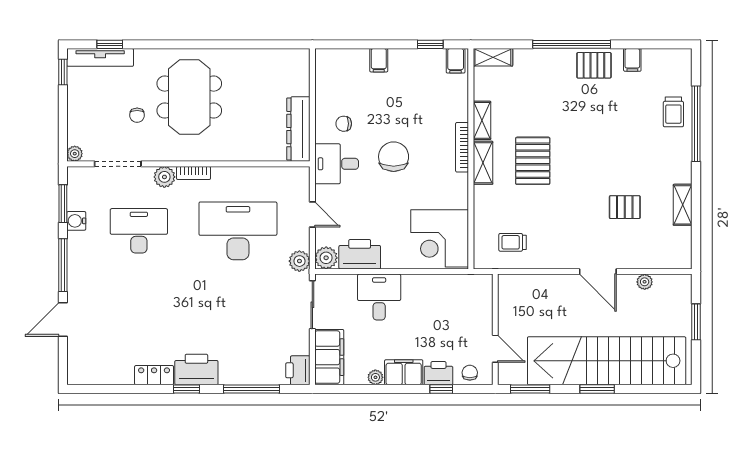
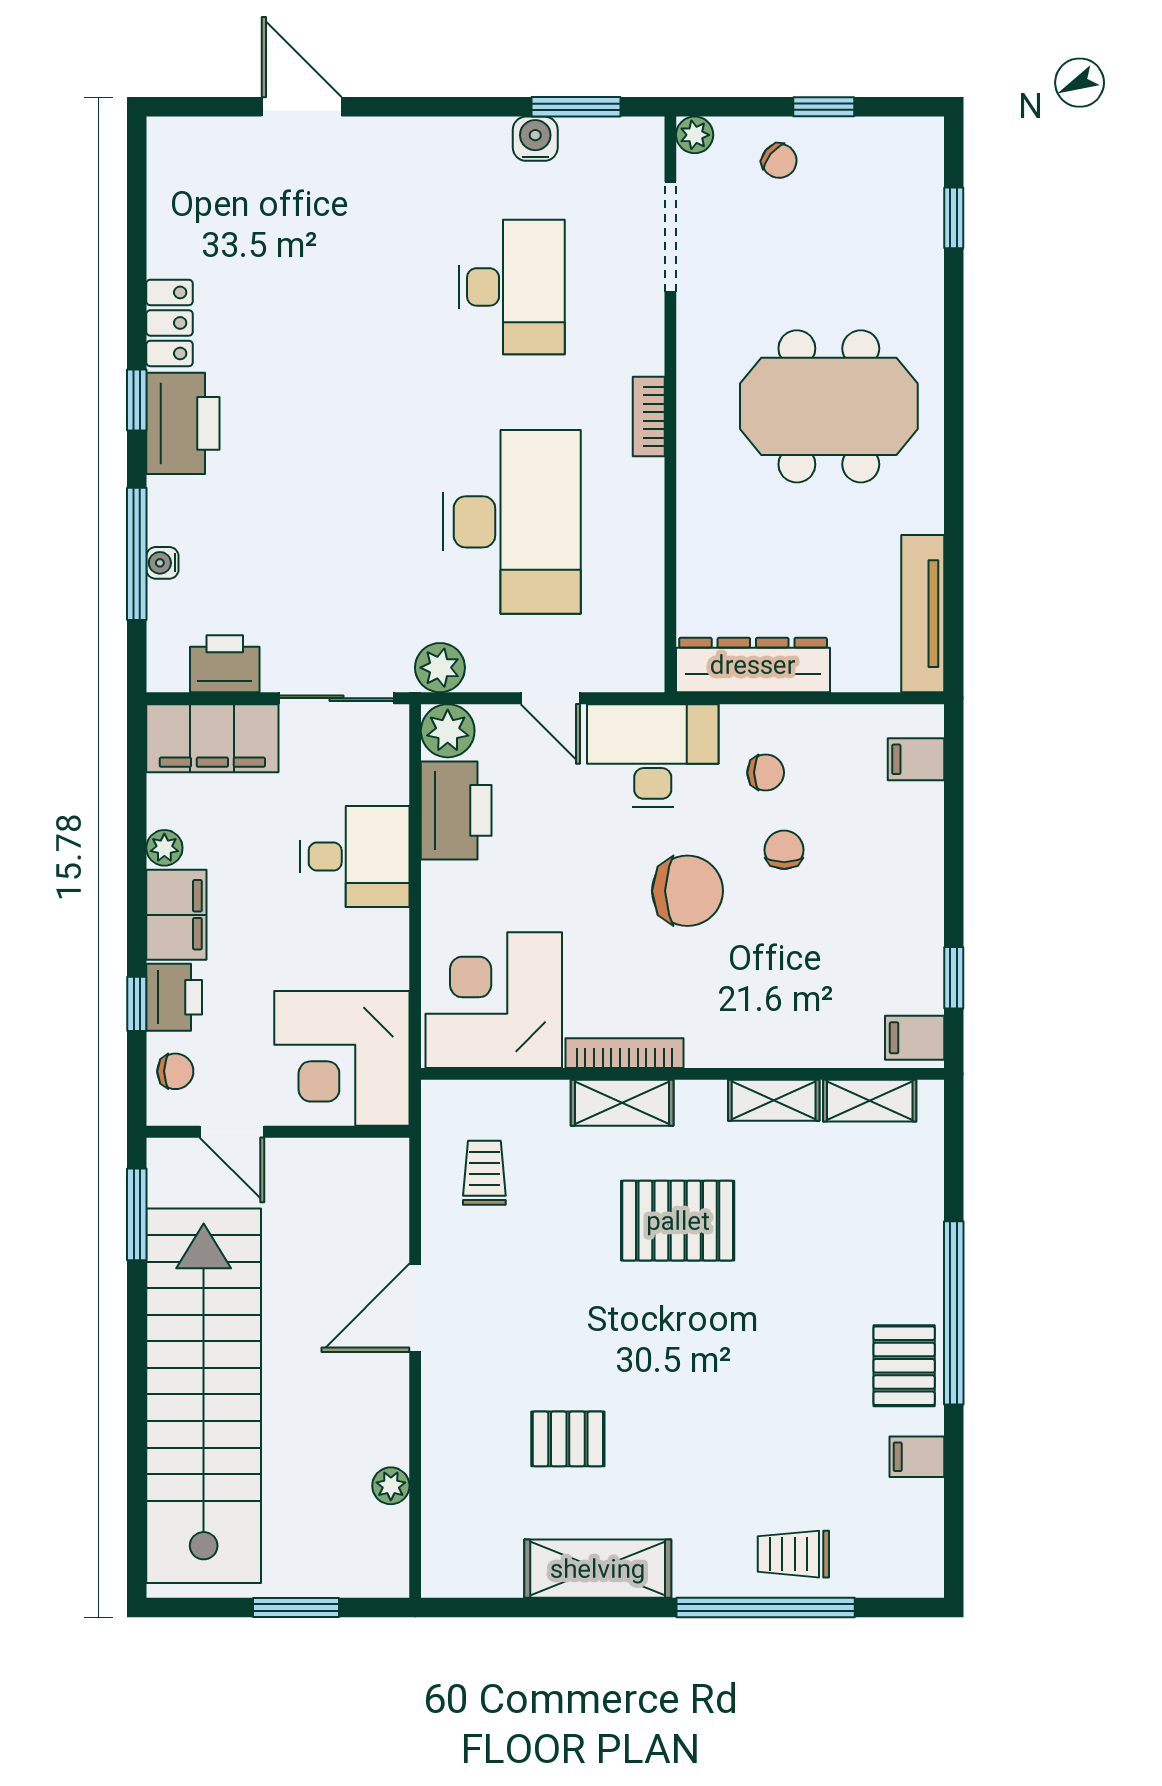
tv unit: (100, 57) -> (923, 614), moved
shelving: (493, 57) -> (870, 1101), moved, turned 90
filing cabinet: (379, 60) -> (916, 759), moved
window: (63, 72) -> (824, 107), moved
chair: (137, 115) -> (779, 161), moved, turned -141
chair: (376, 116) -> (784, 850), added
chair: (344, 124) -> (766, 773), turned 90
bookcase: (462, 147) -> (625, 1053), moved
shelving: (483, 163) -> (622, 1103), moved
desk: (337, 164) -> (653, 756), width x1.37
plant: (164, 177) -> (639, 348), removed
shelving: (683, 205) -> (598, 1569), width x1.50, depth x1.33
pallet: (625, 207) -> (568, 1439), turned 90
door: (312, 214) -> (550, 698), hinge flipped
window: (63, 265) -> (430, 107), removed
door: (598, 272) -> (415, 1308), moved
corner desk: (464, 302) -> (342, 1058), added
door: (495, 349) -> (232, 1132), hinge flipped
printer: (298, 370) -> (225, 664), moved
water cooler: (255, 378) -> (162, 563), added
window: (597, 389) -> (137, 1373), removed

